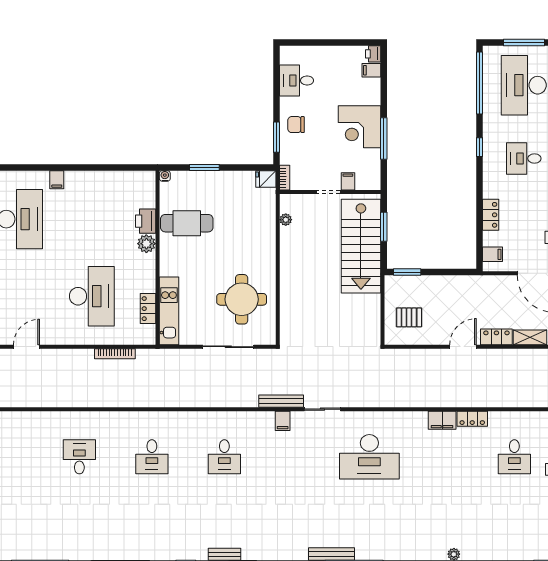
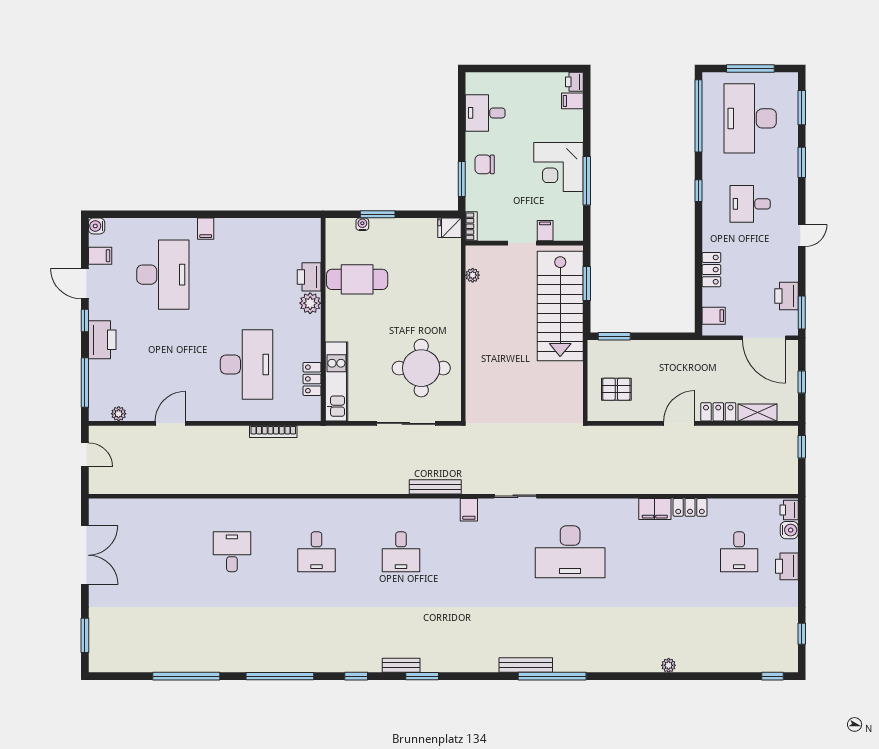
water cooler: (165, 176) -> (362, 224), moved
bench: (281, 401) -> (435, 487), moved

